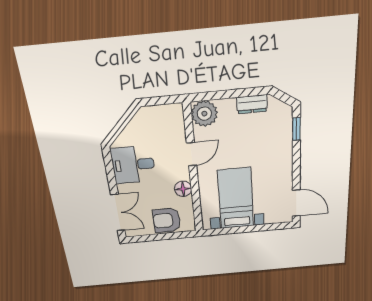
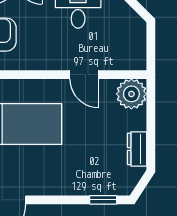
floor lamp: (183, 189) -> (41, 60), removed

